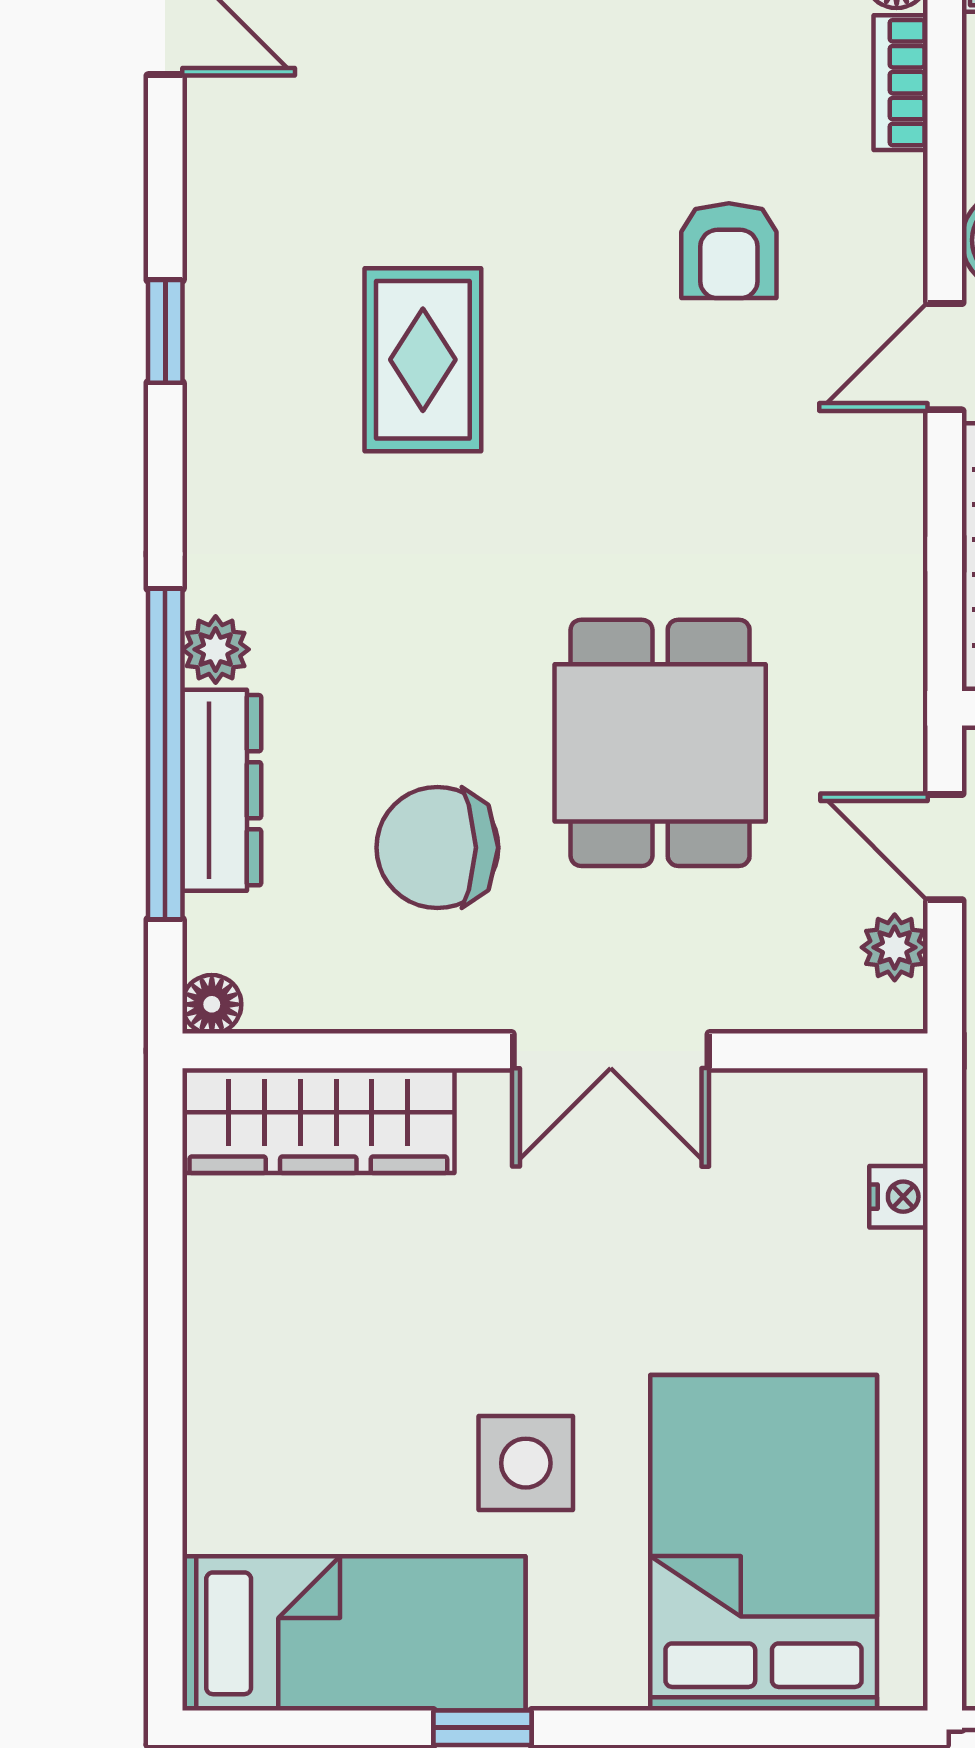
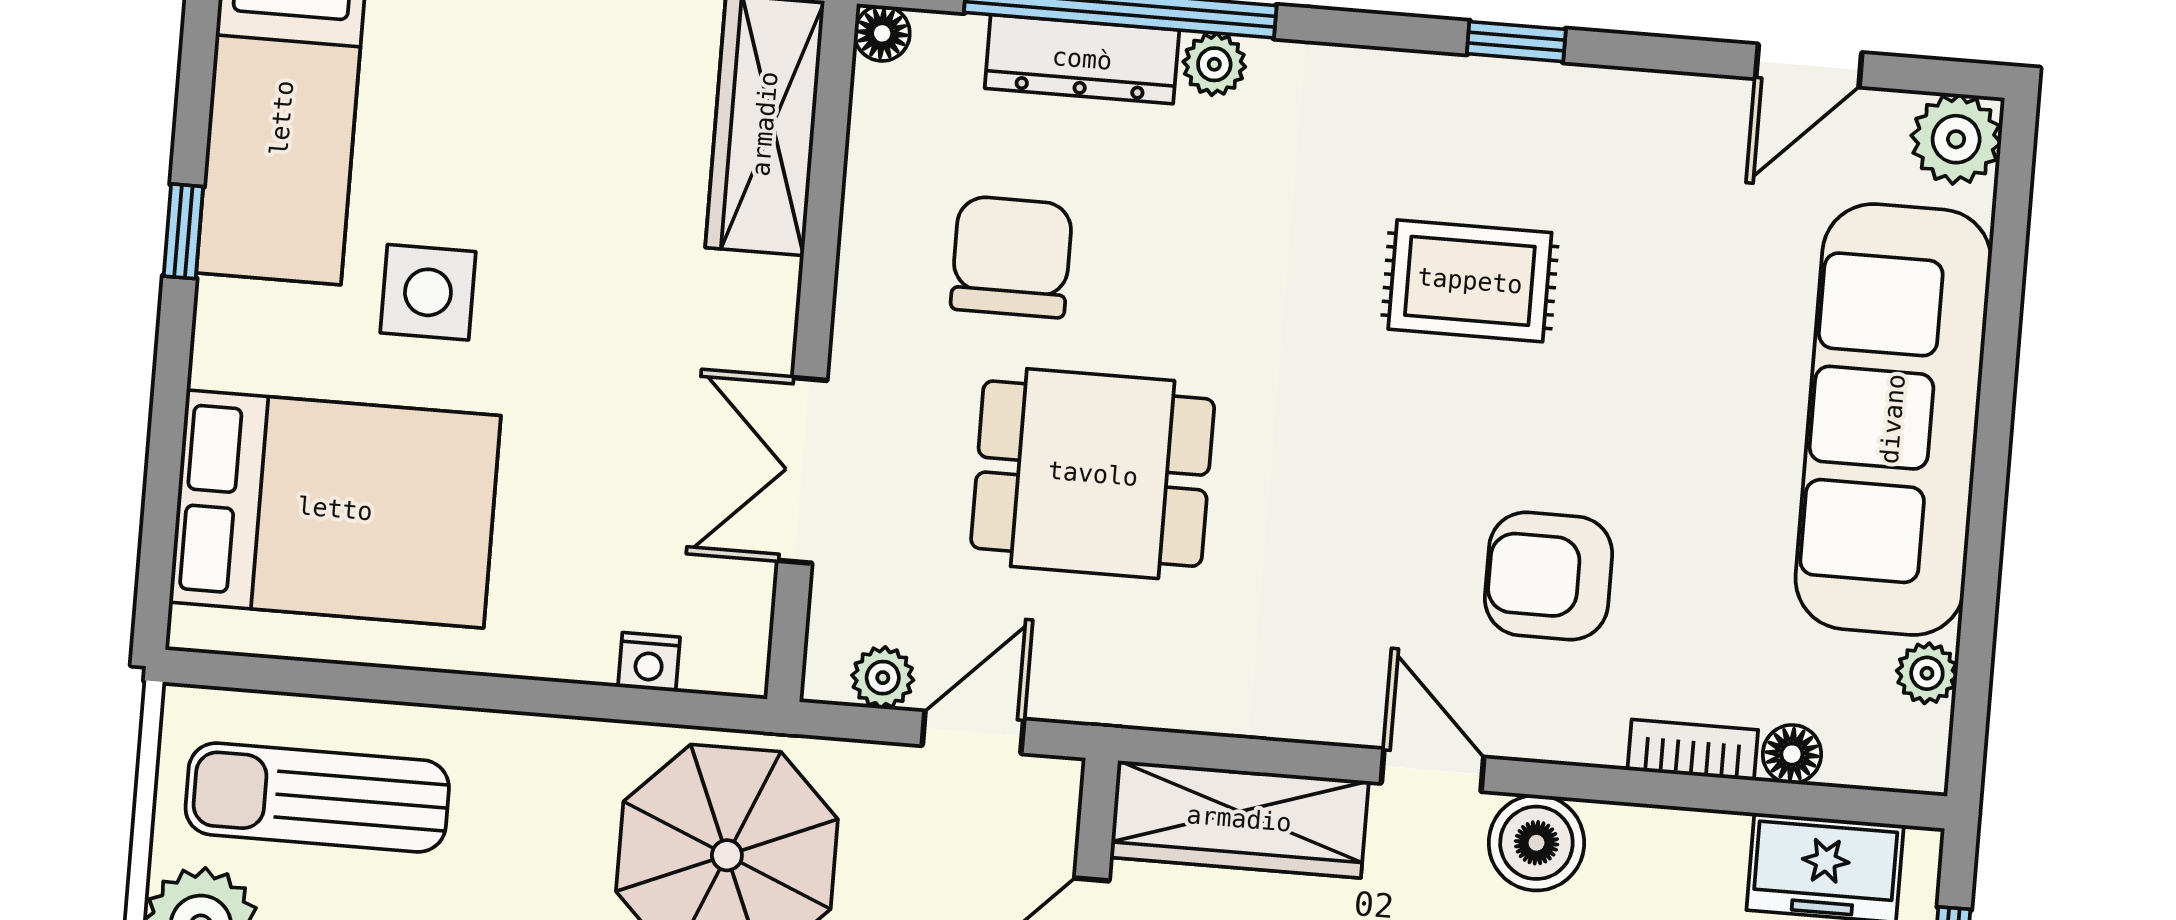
armchair: (729, 251) -> (1549, 576), width x1.38, depth x1.38
double door: (611, 1051) -> (802, 470), moved

